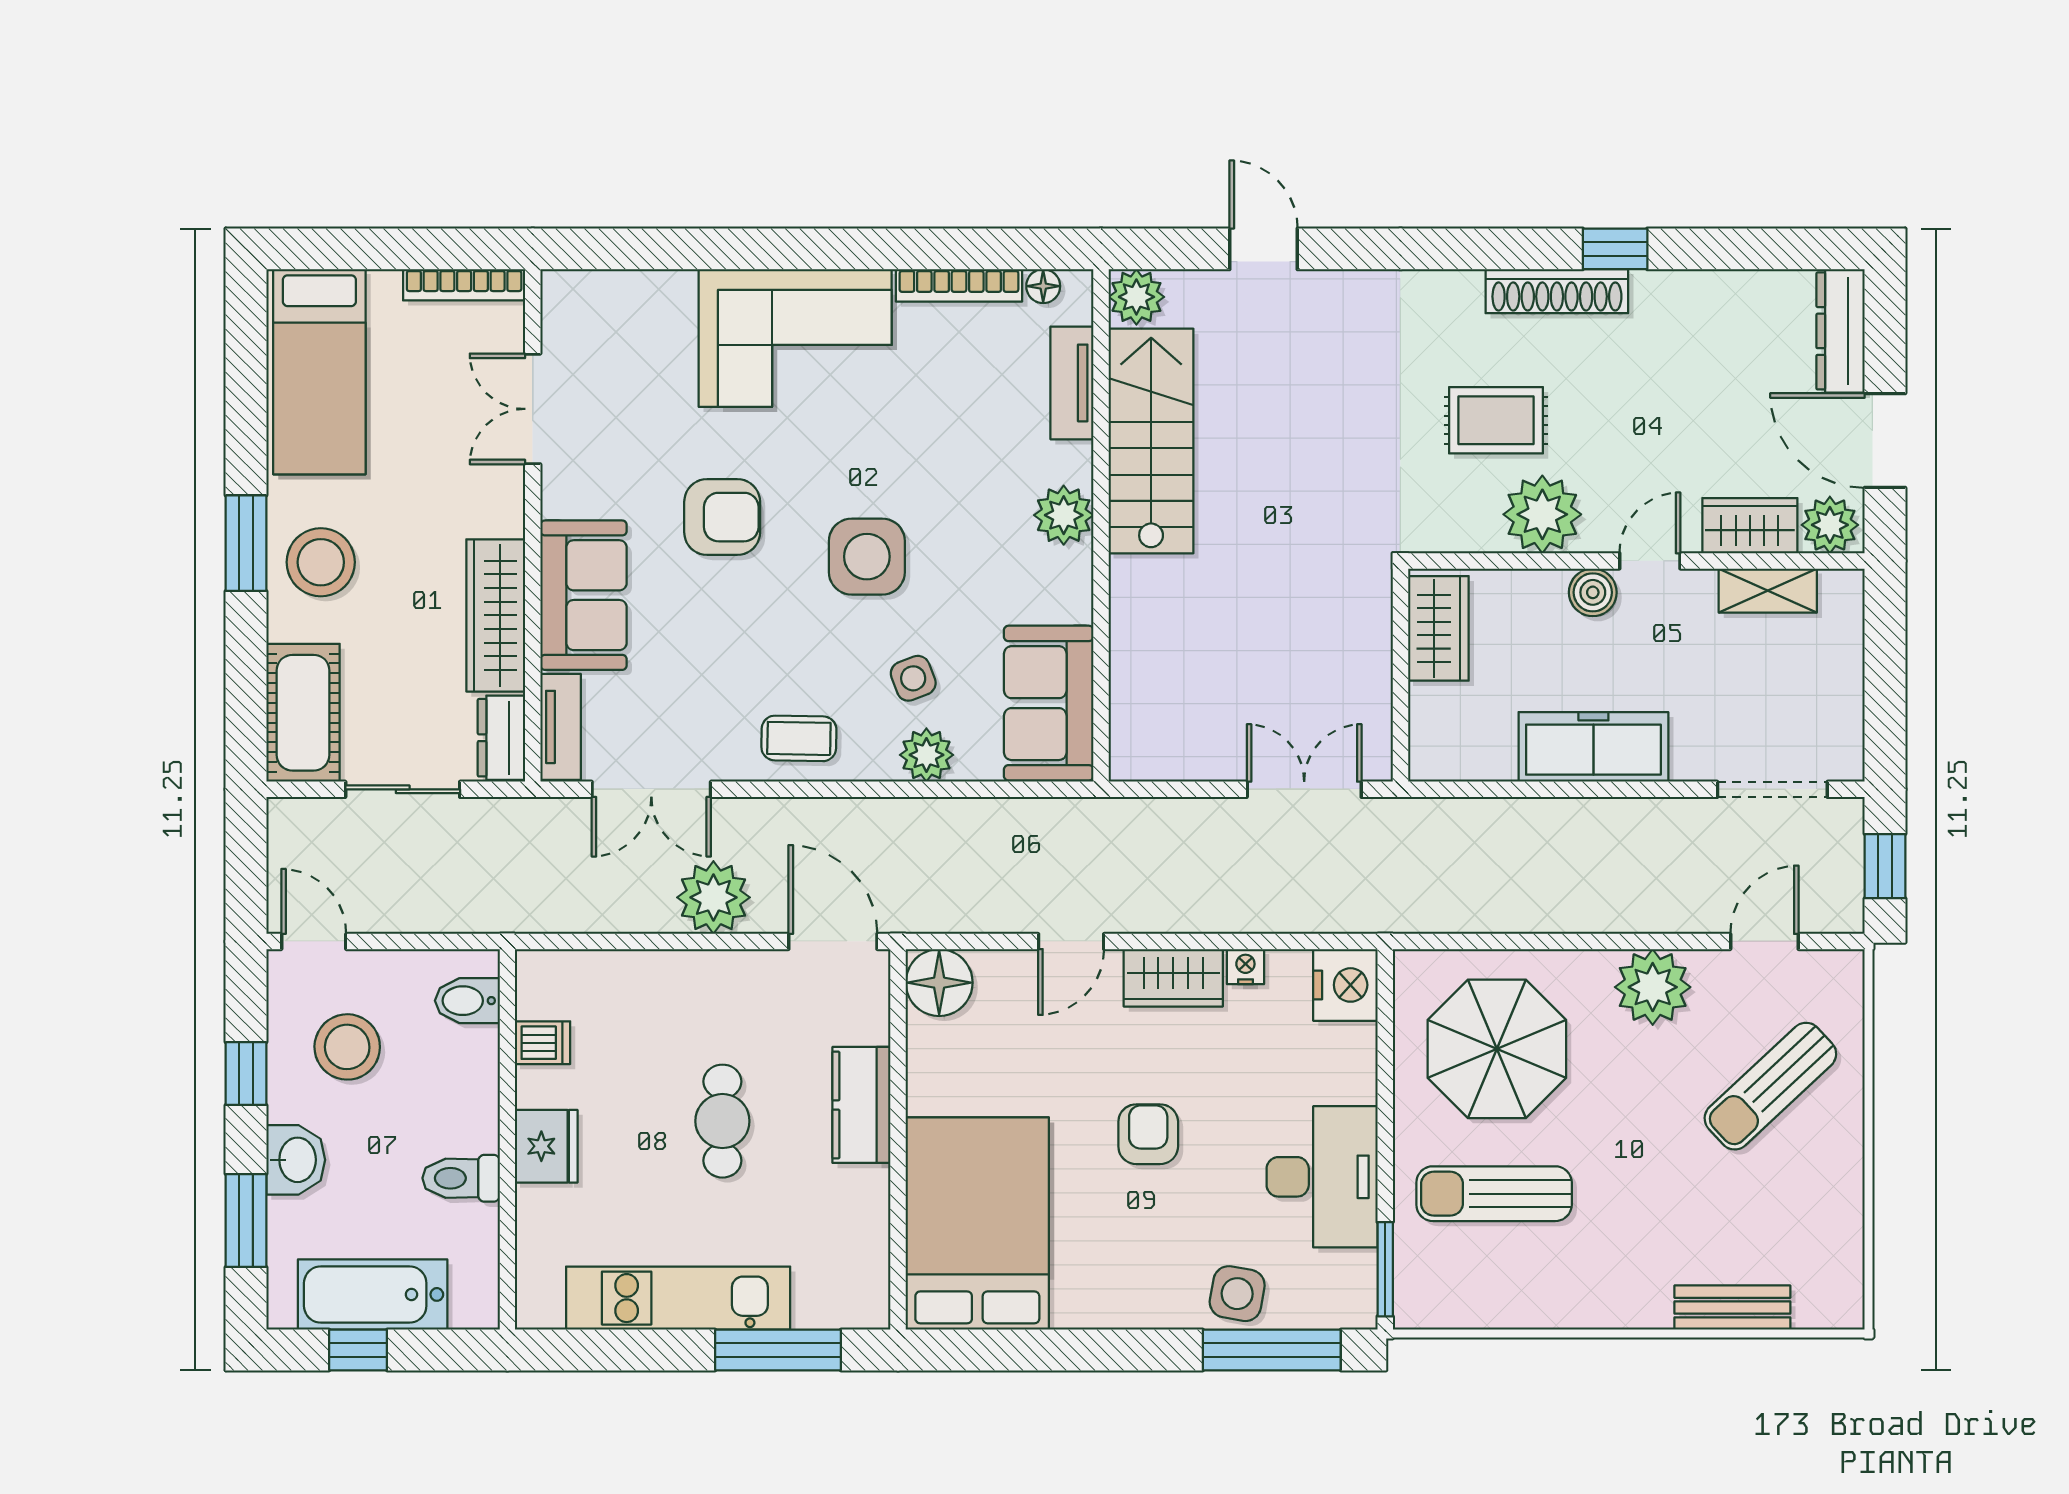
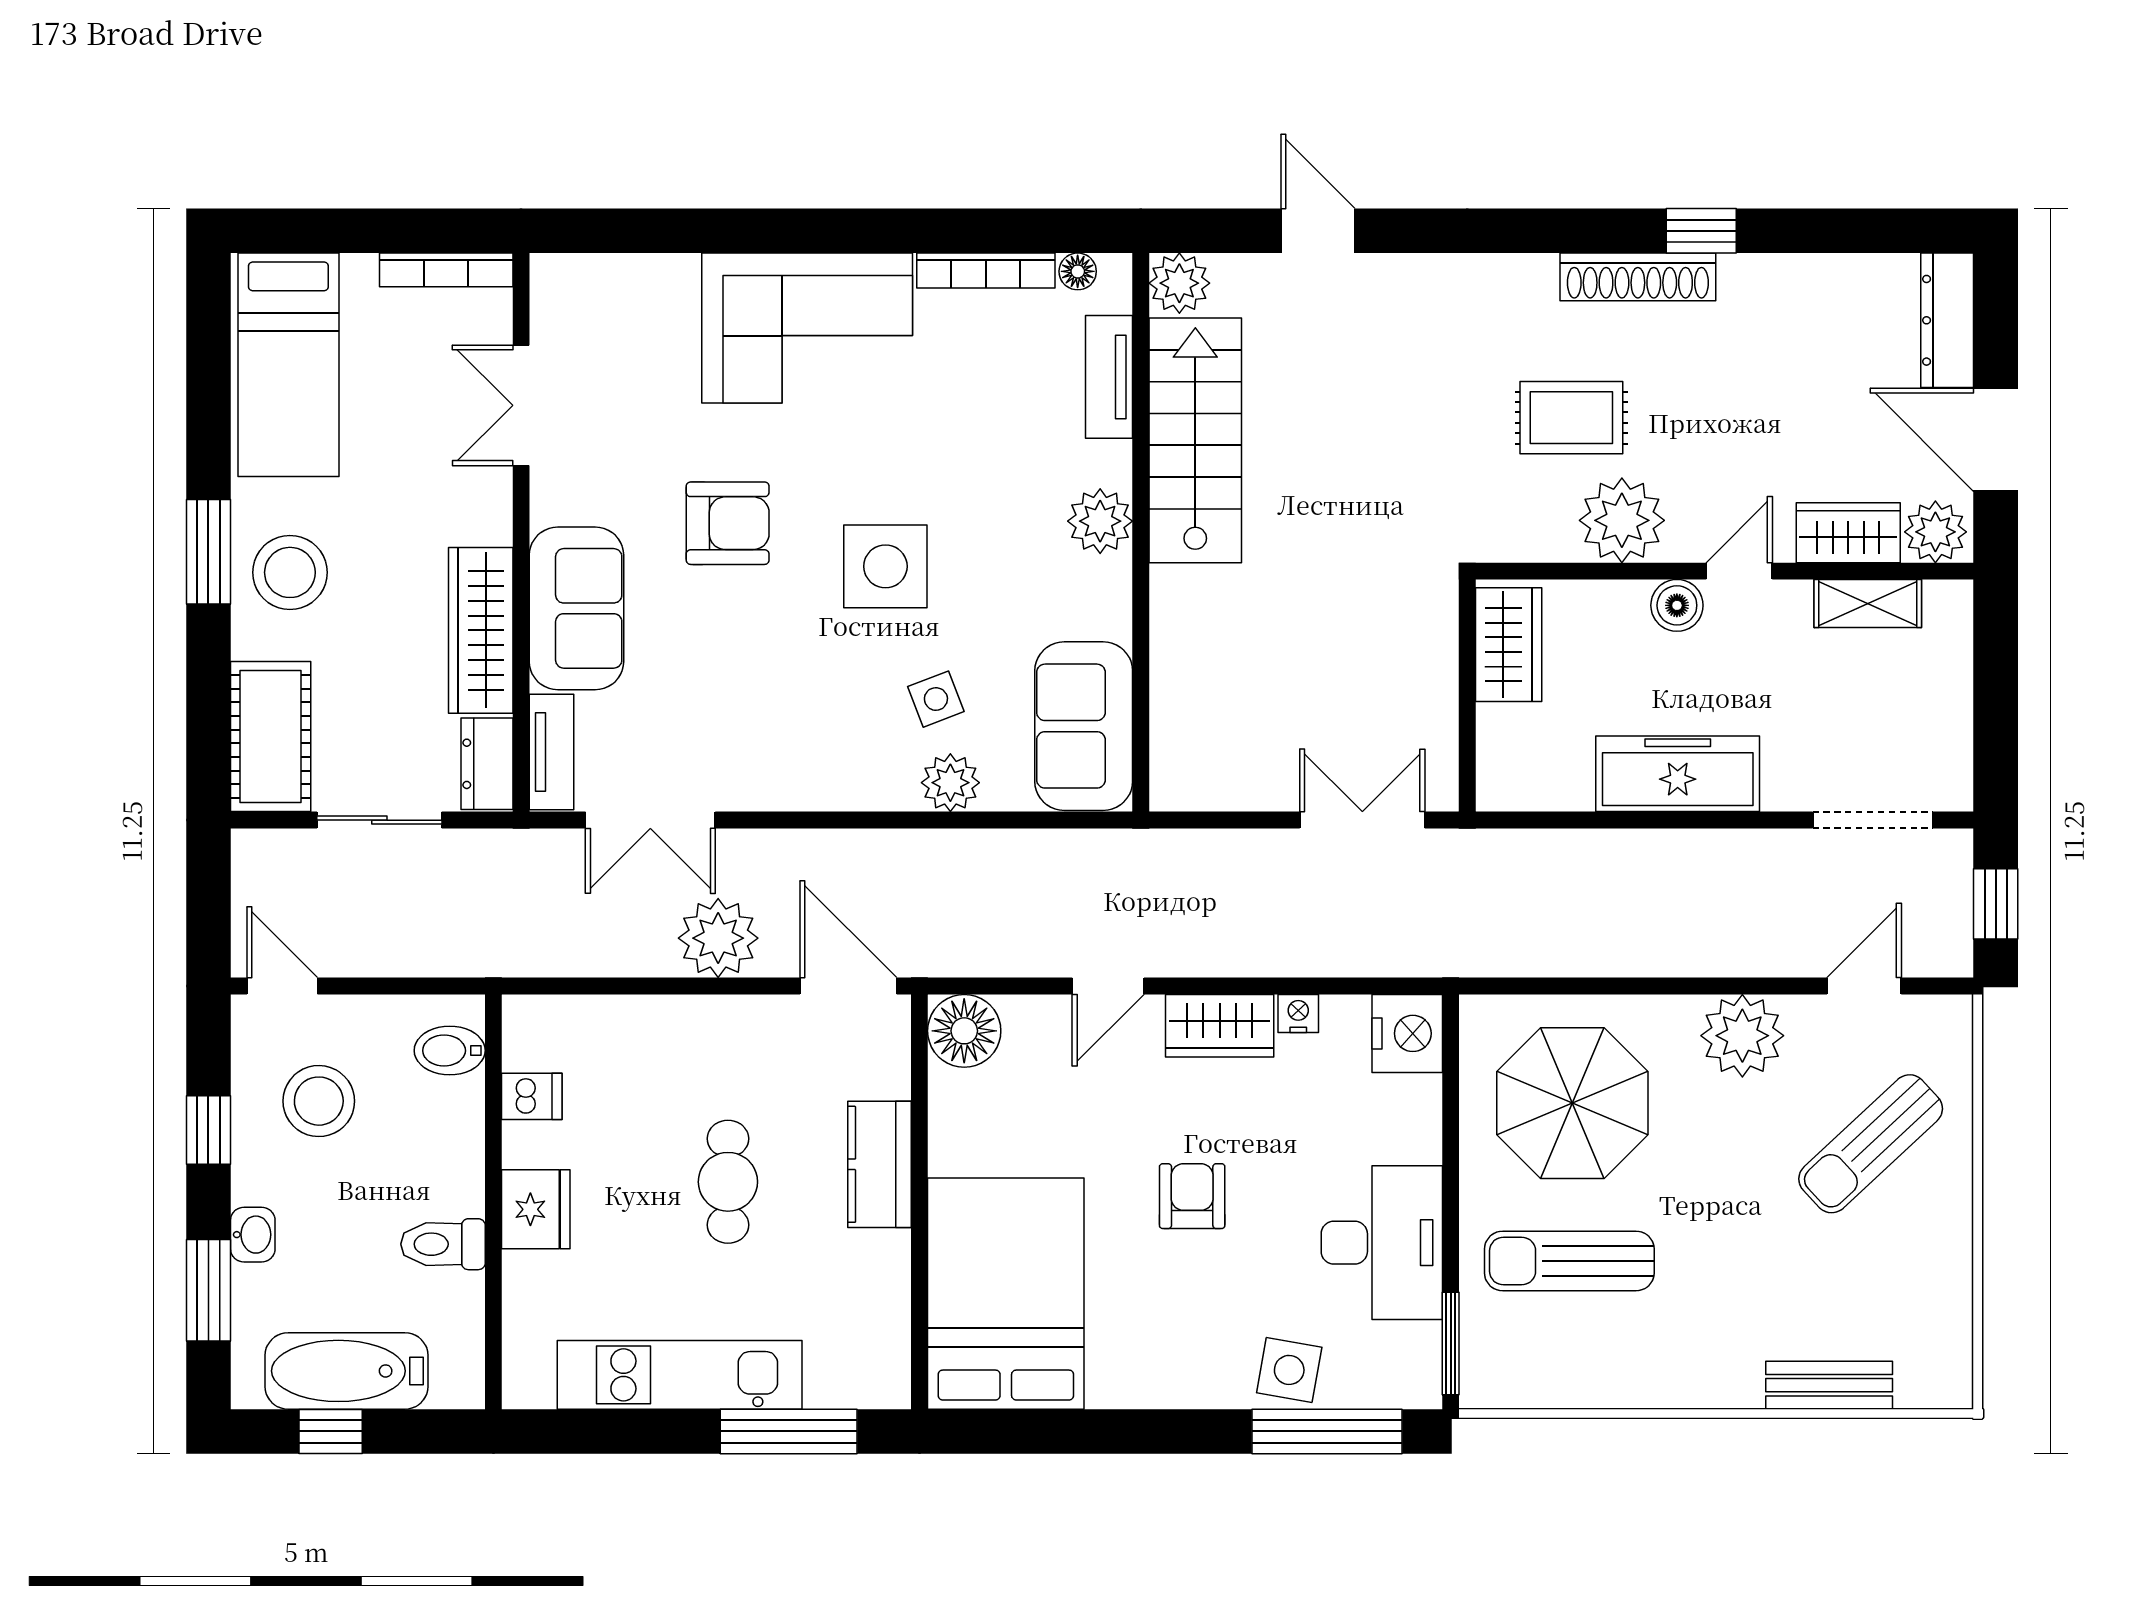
coffee table: (799, 738) -> (811, 765), removed
washbasin: (296, 1160) -> (253, 1235), width x0.72, depth x0.69

